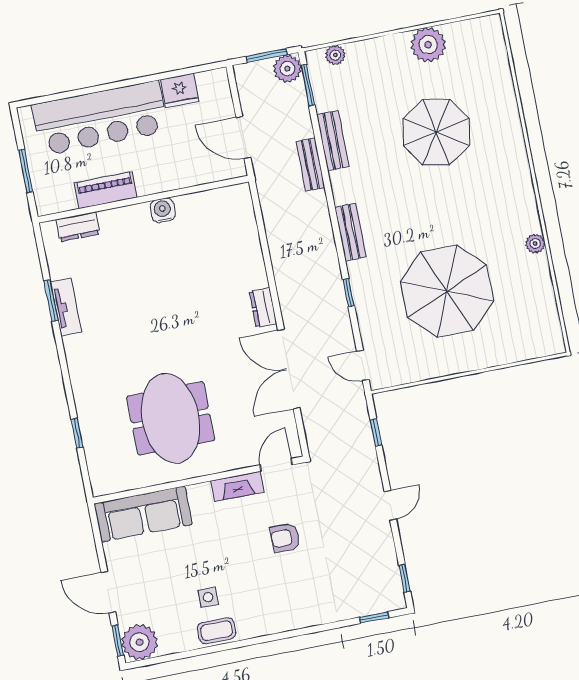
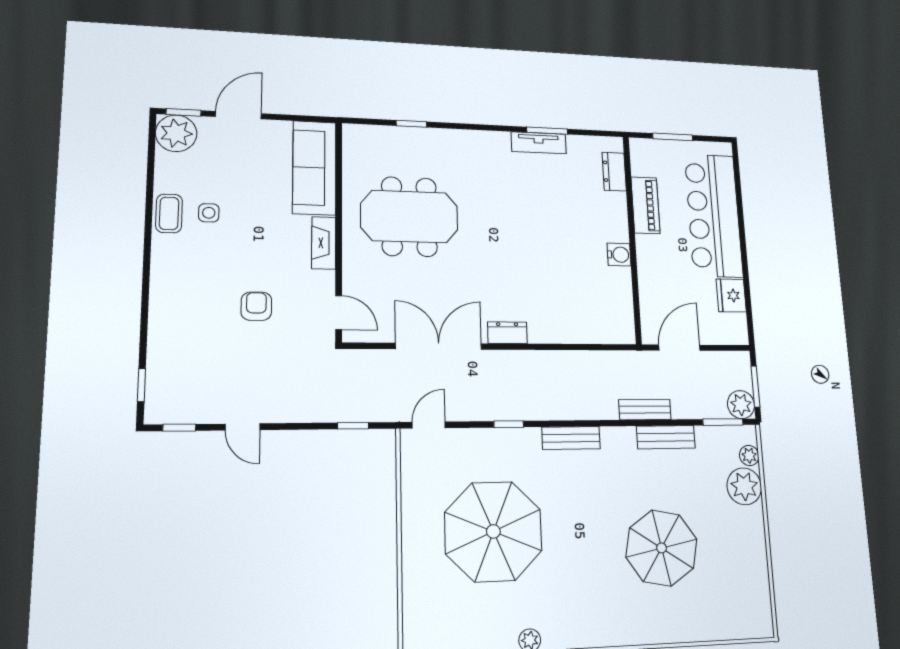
plant: (428, 45) -> (744, 486), moved
fireplace: (237, 486) -> (324, 243), moved
door: (390, 505) -> (243, 427), moved

